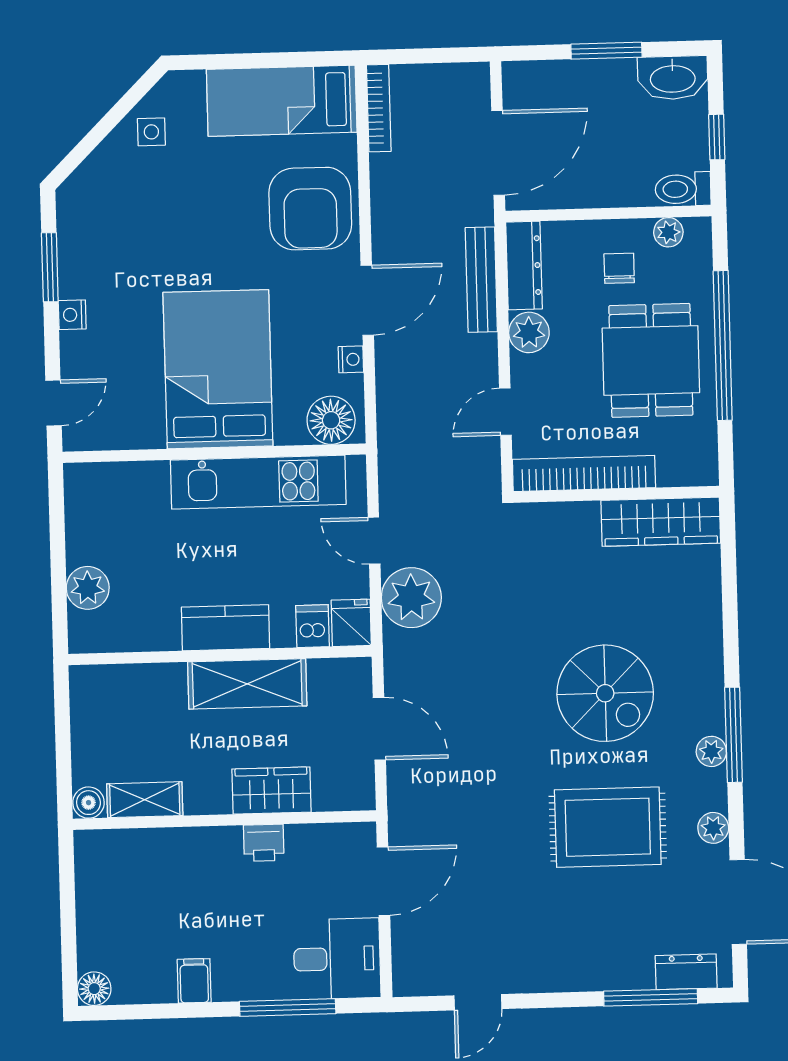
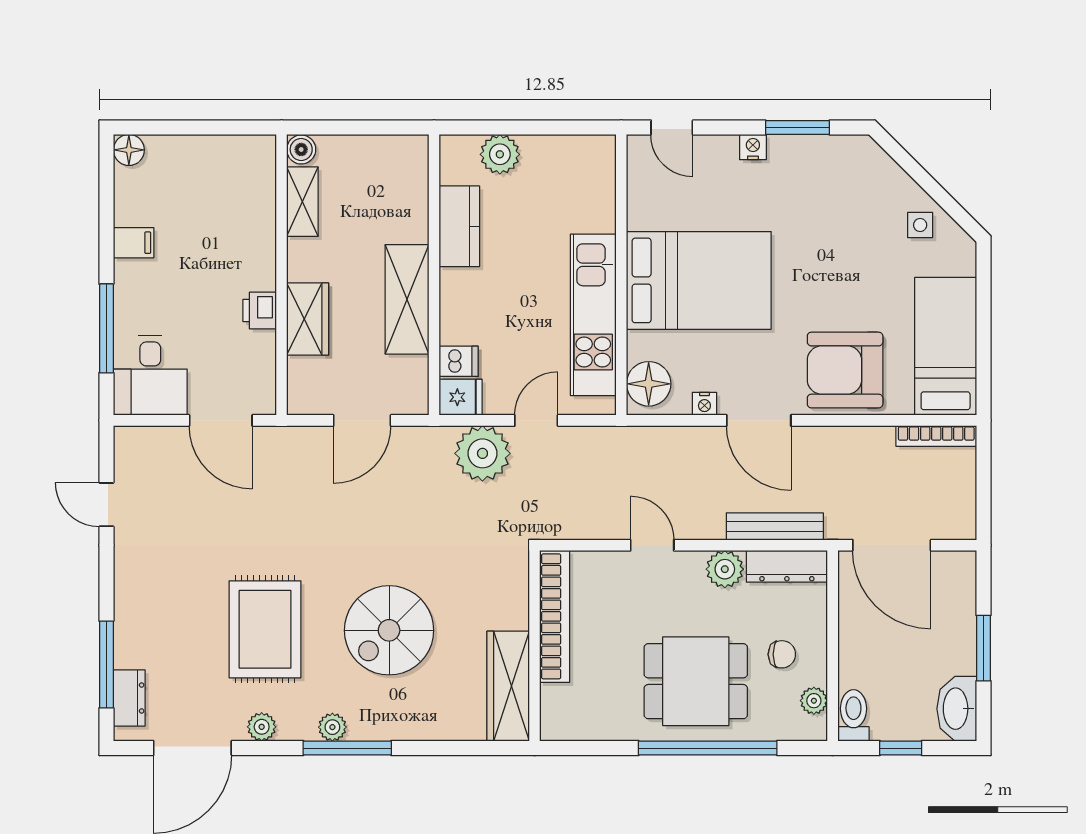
bookcase: (584, 474) -> (555, 616), moved
wall: (616, 494) -> (535, 646), moved
wardrobe: (661, 522) -> (508, 686), moved
kitchen counter: (225, 628) -> (459, 226), moved

